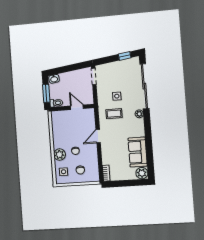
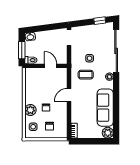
sofa: (138, 152) -> (105, 108), width x1.36

